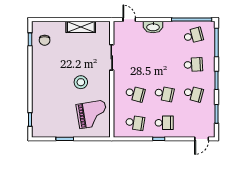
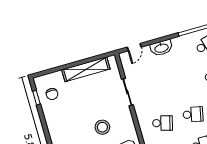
door: (129, 19) -> (134, 47), swing flipped
shelving: (81, 27) -> (86, 69), width x1.47

